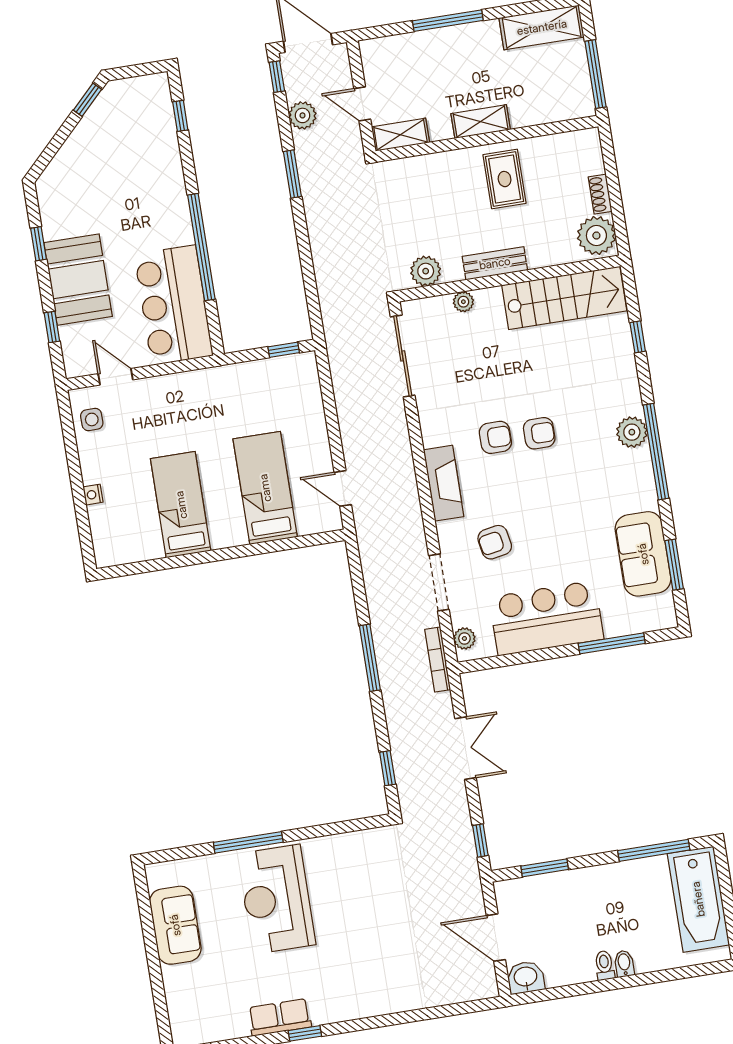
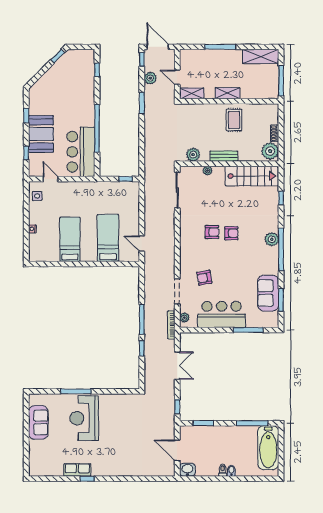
fireplace: (444, 483) -> (186, 248), removed
window: (388, 768) -> (142, 348), moved

